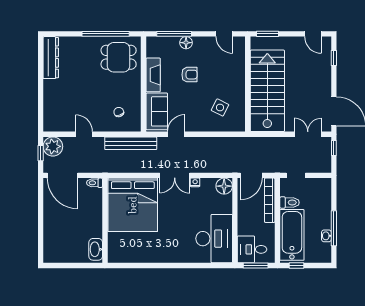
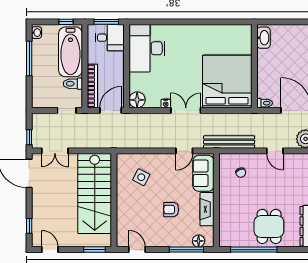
floor lamp: (186, 43) -> (199, 241), moved
dining table: (119, 57) -> (269, 227), moved, turned 90
washbasin: (326, 236) -> (37, 33), moved

